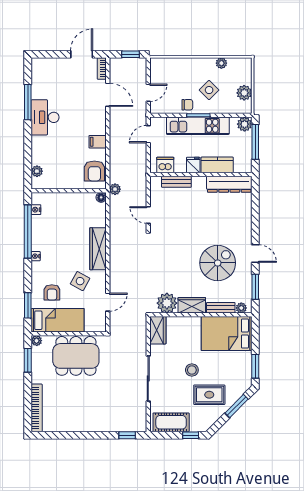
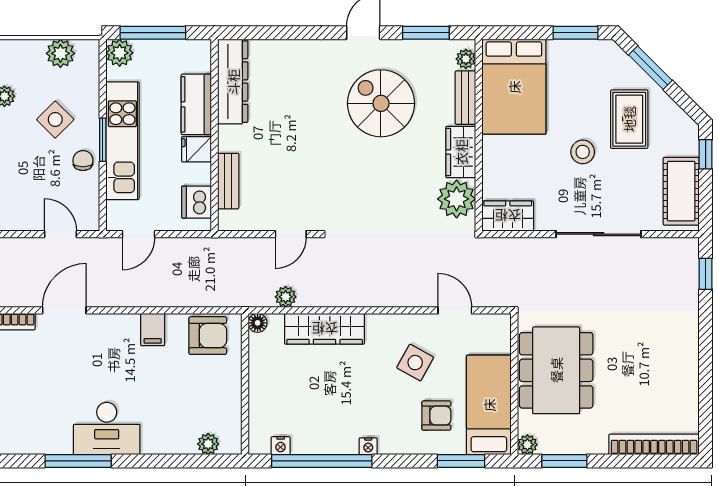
door: (148, 134) -> (138, 234), hinge flipped
plant: (115, 189) -> (286, 297), moved
wardrobe: (98, 249) -> (325, 329), moved

